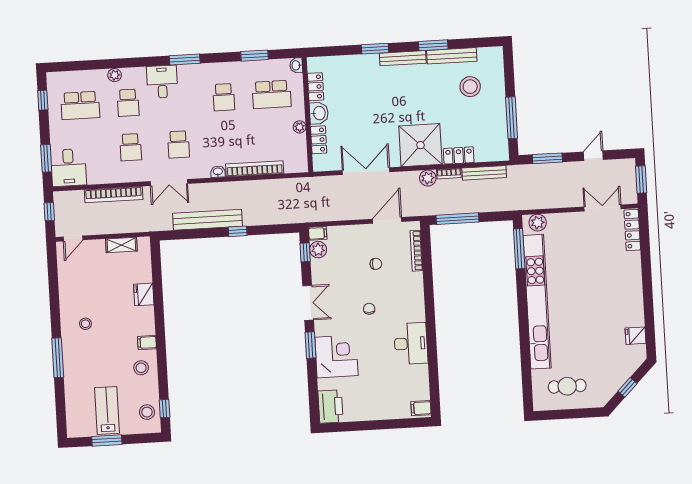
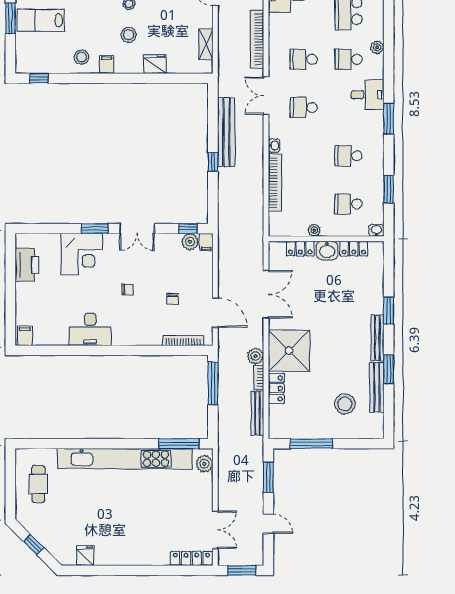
school desk: (272, 94) -> (349, 204), width x0.54
printer: (331, 406) -> (27, 265), moved, turned -90
lab bench: (107, 410) -> (41, 20), turned 180
stool: (147, 412) -> (129, 35), moved

